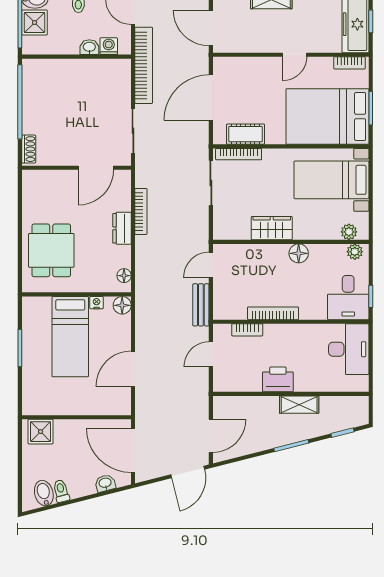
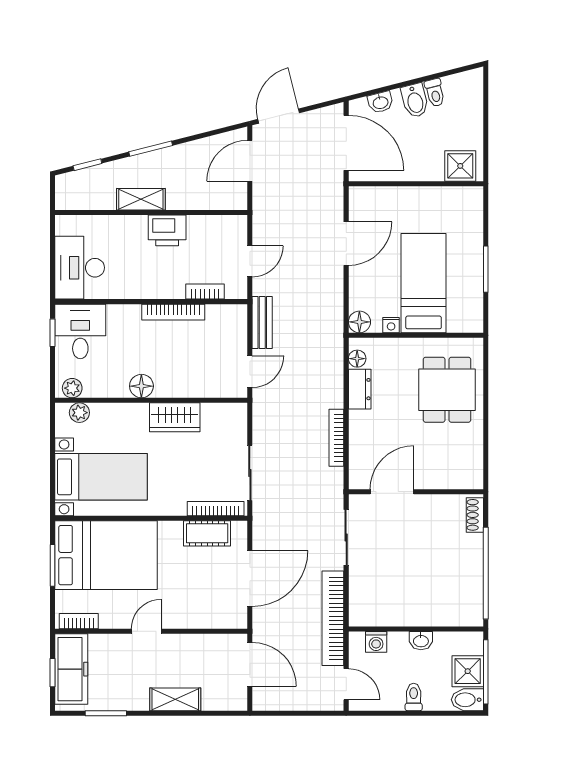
washbasin: (89, 47) -> (421, 641), moved
dresser: (122, 228) -> (360, 389), moved
bidet: (44, 493) -> (415, 100), moved

